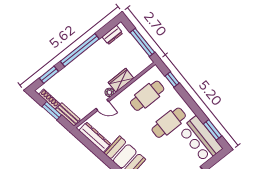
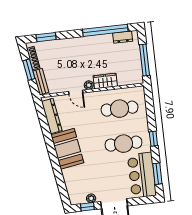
window: (80, 50) -> (105, 30), moved
window: (172, 79) -> (153, 139), moved

